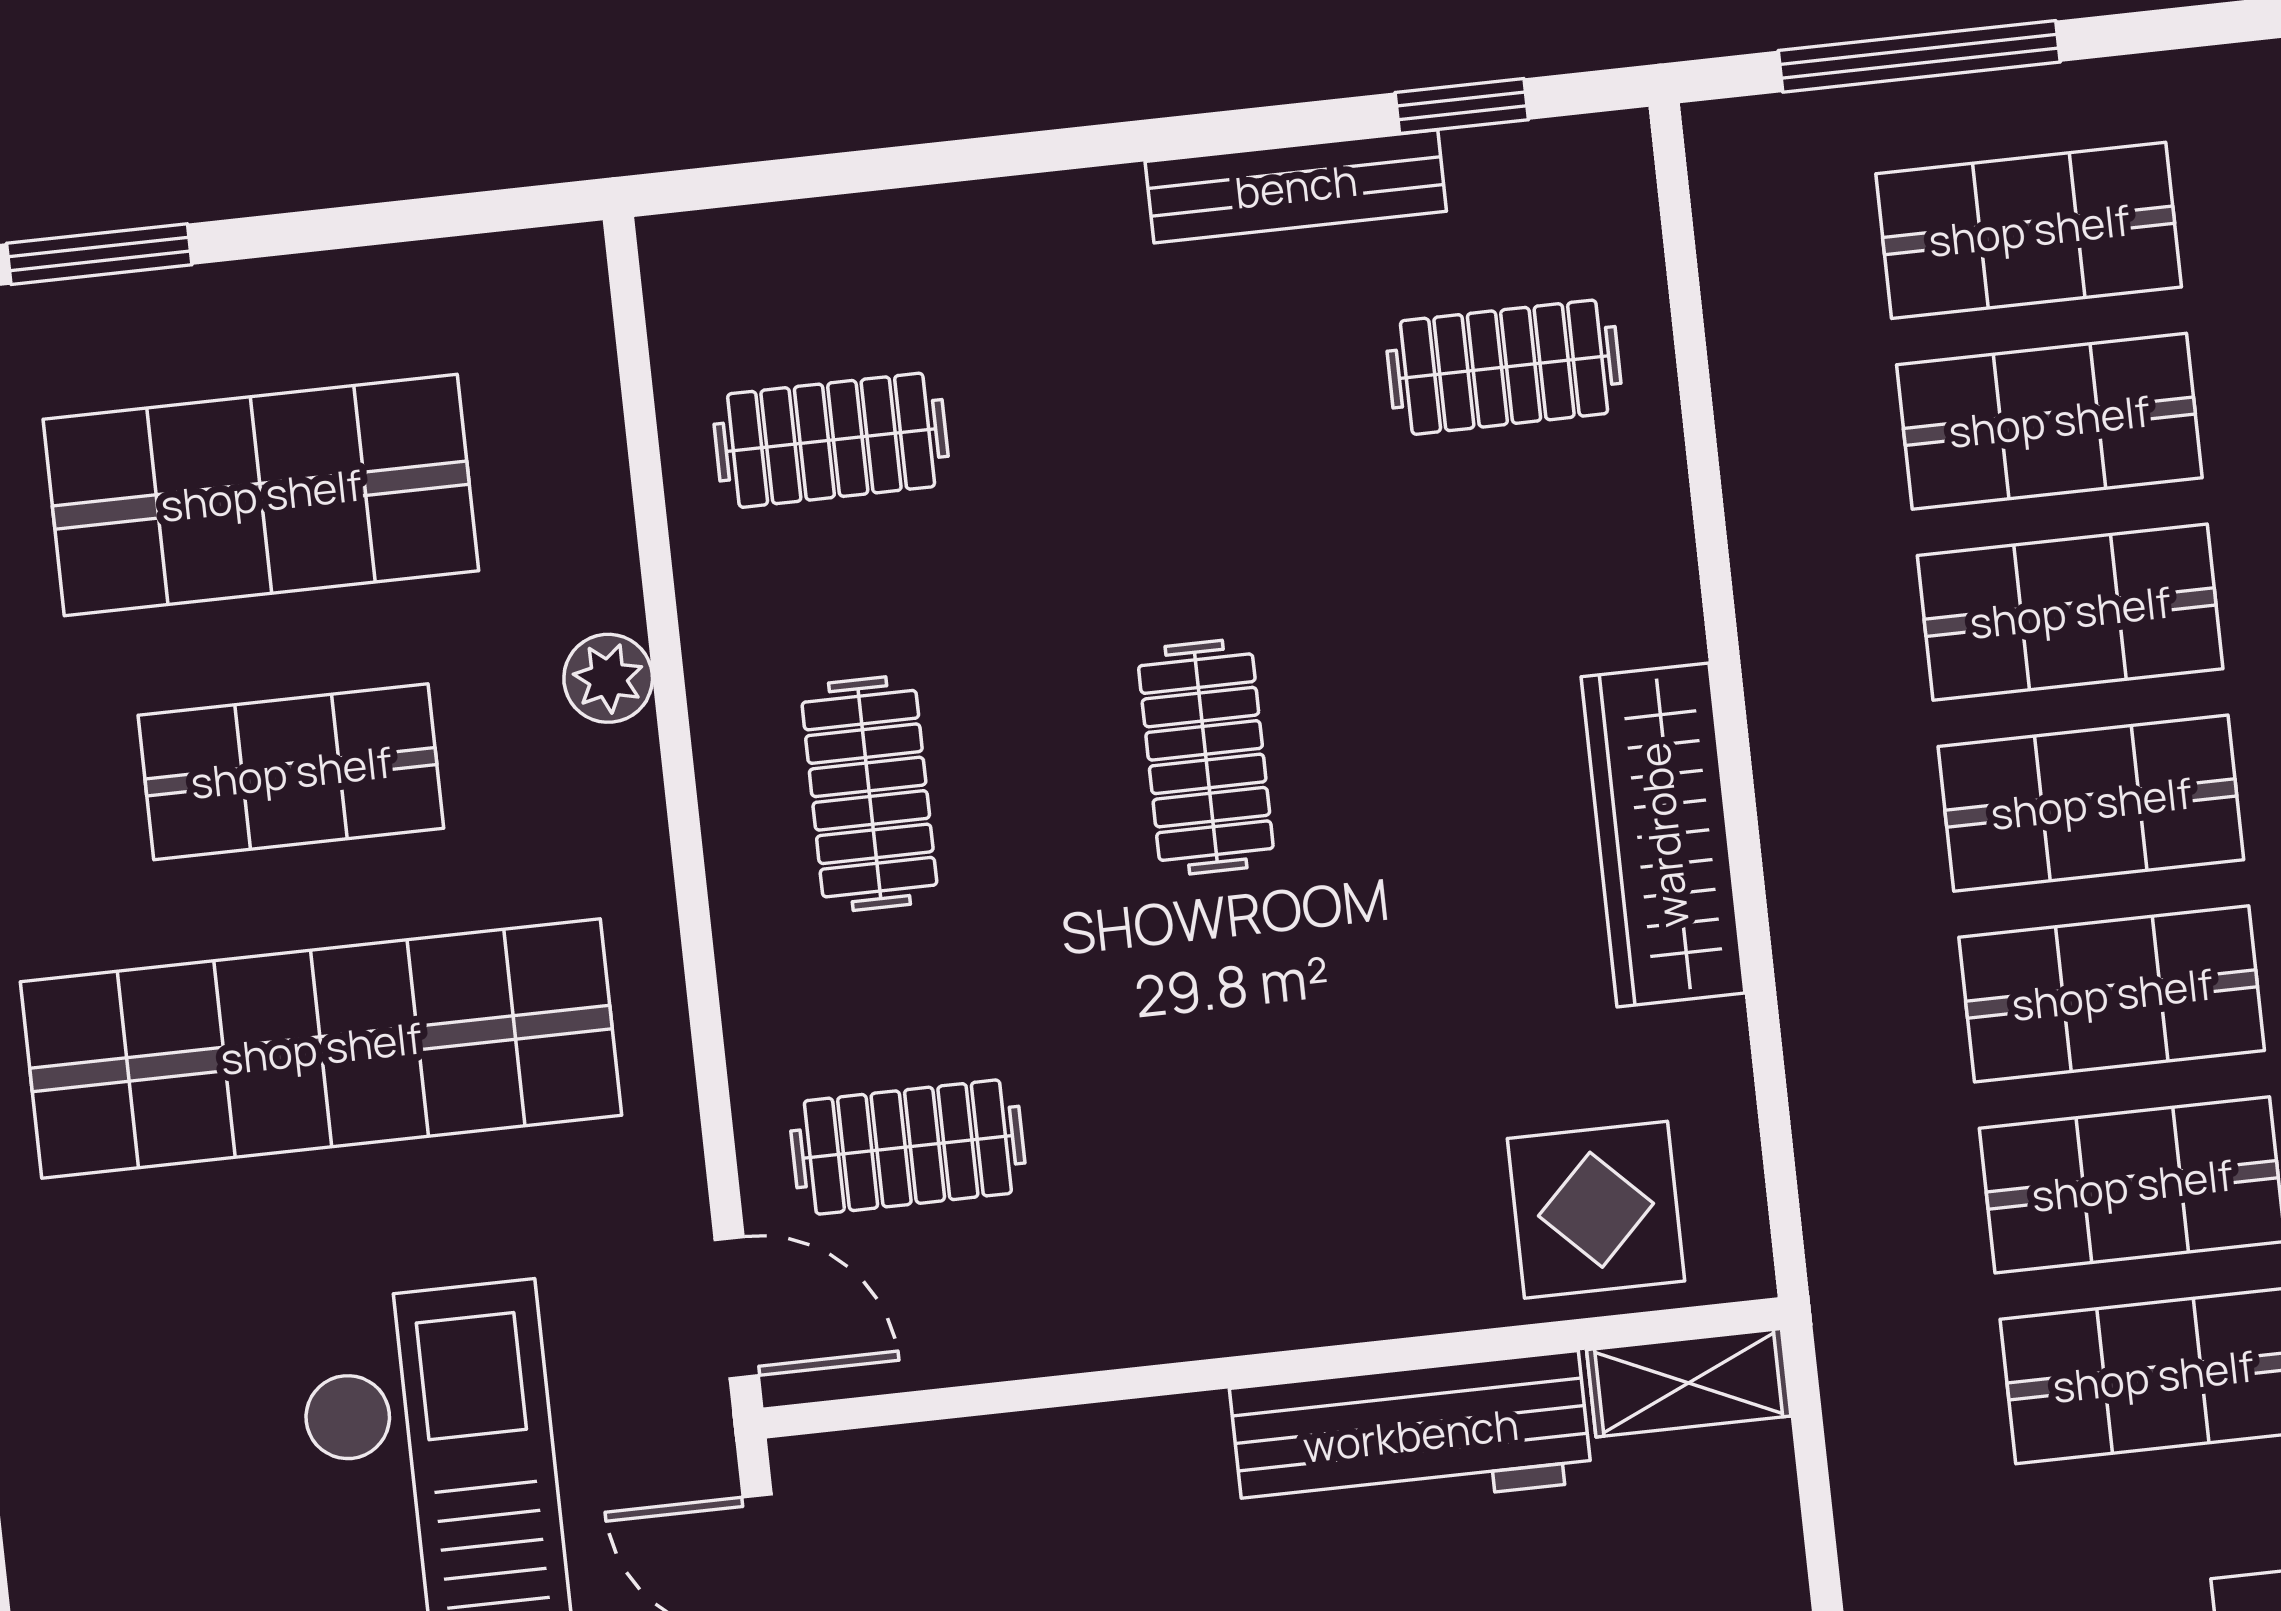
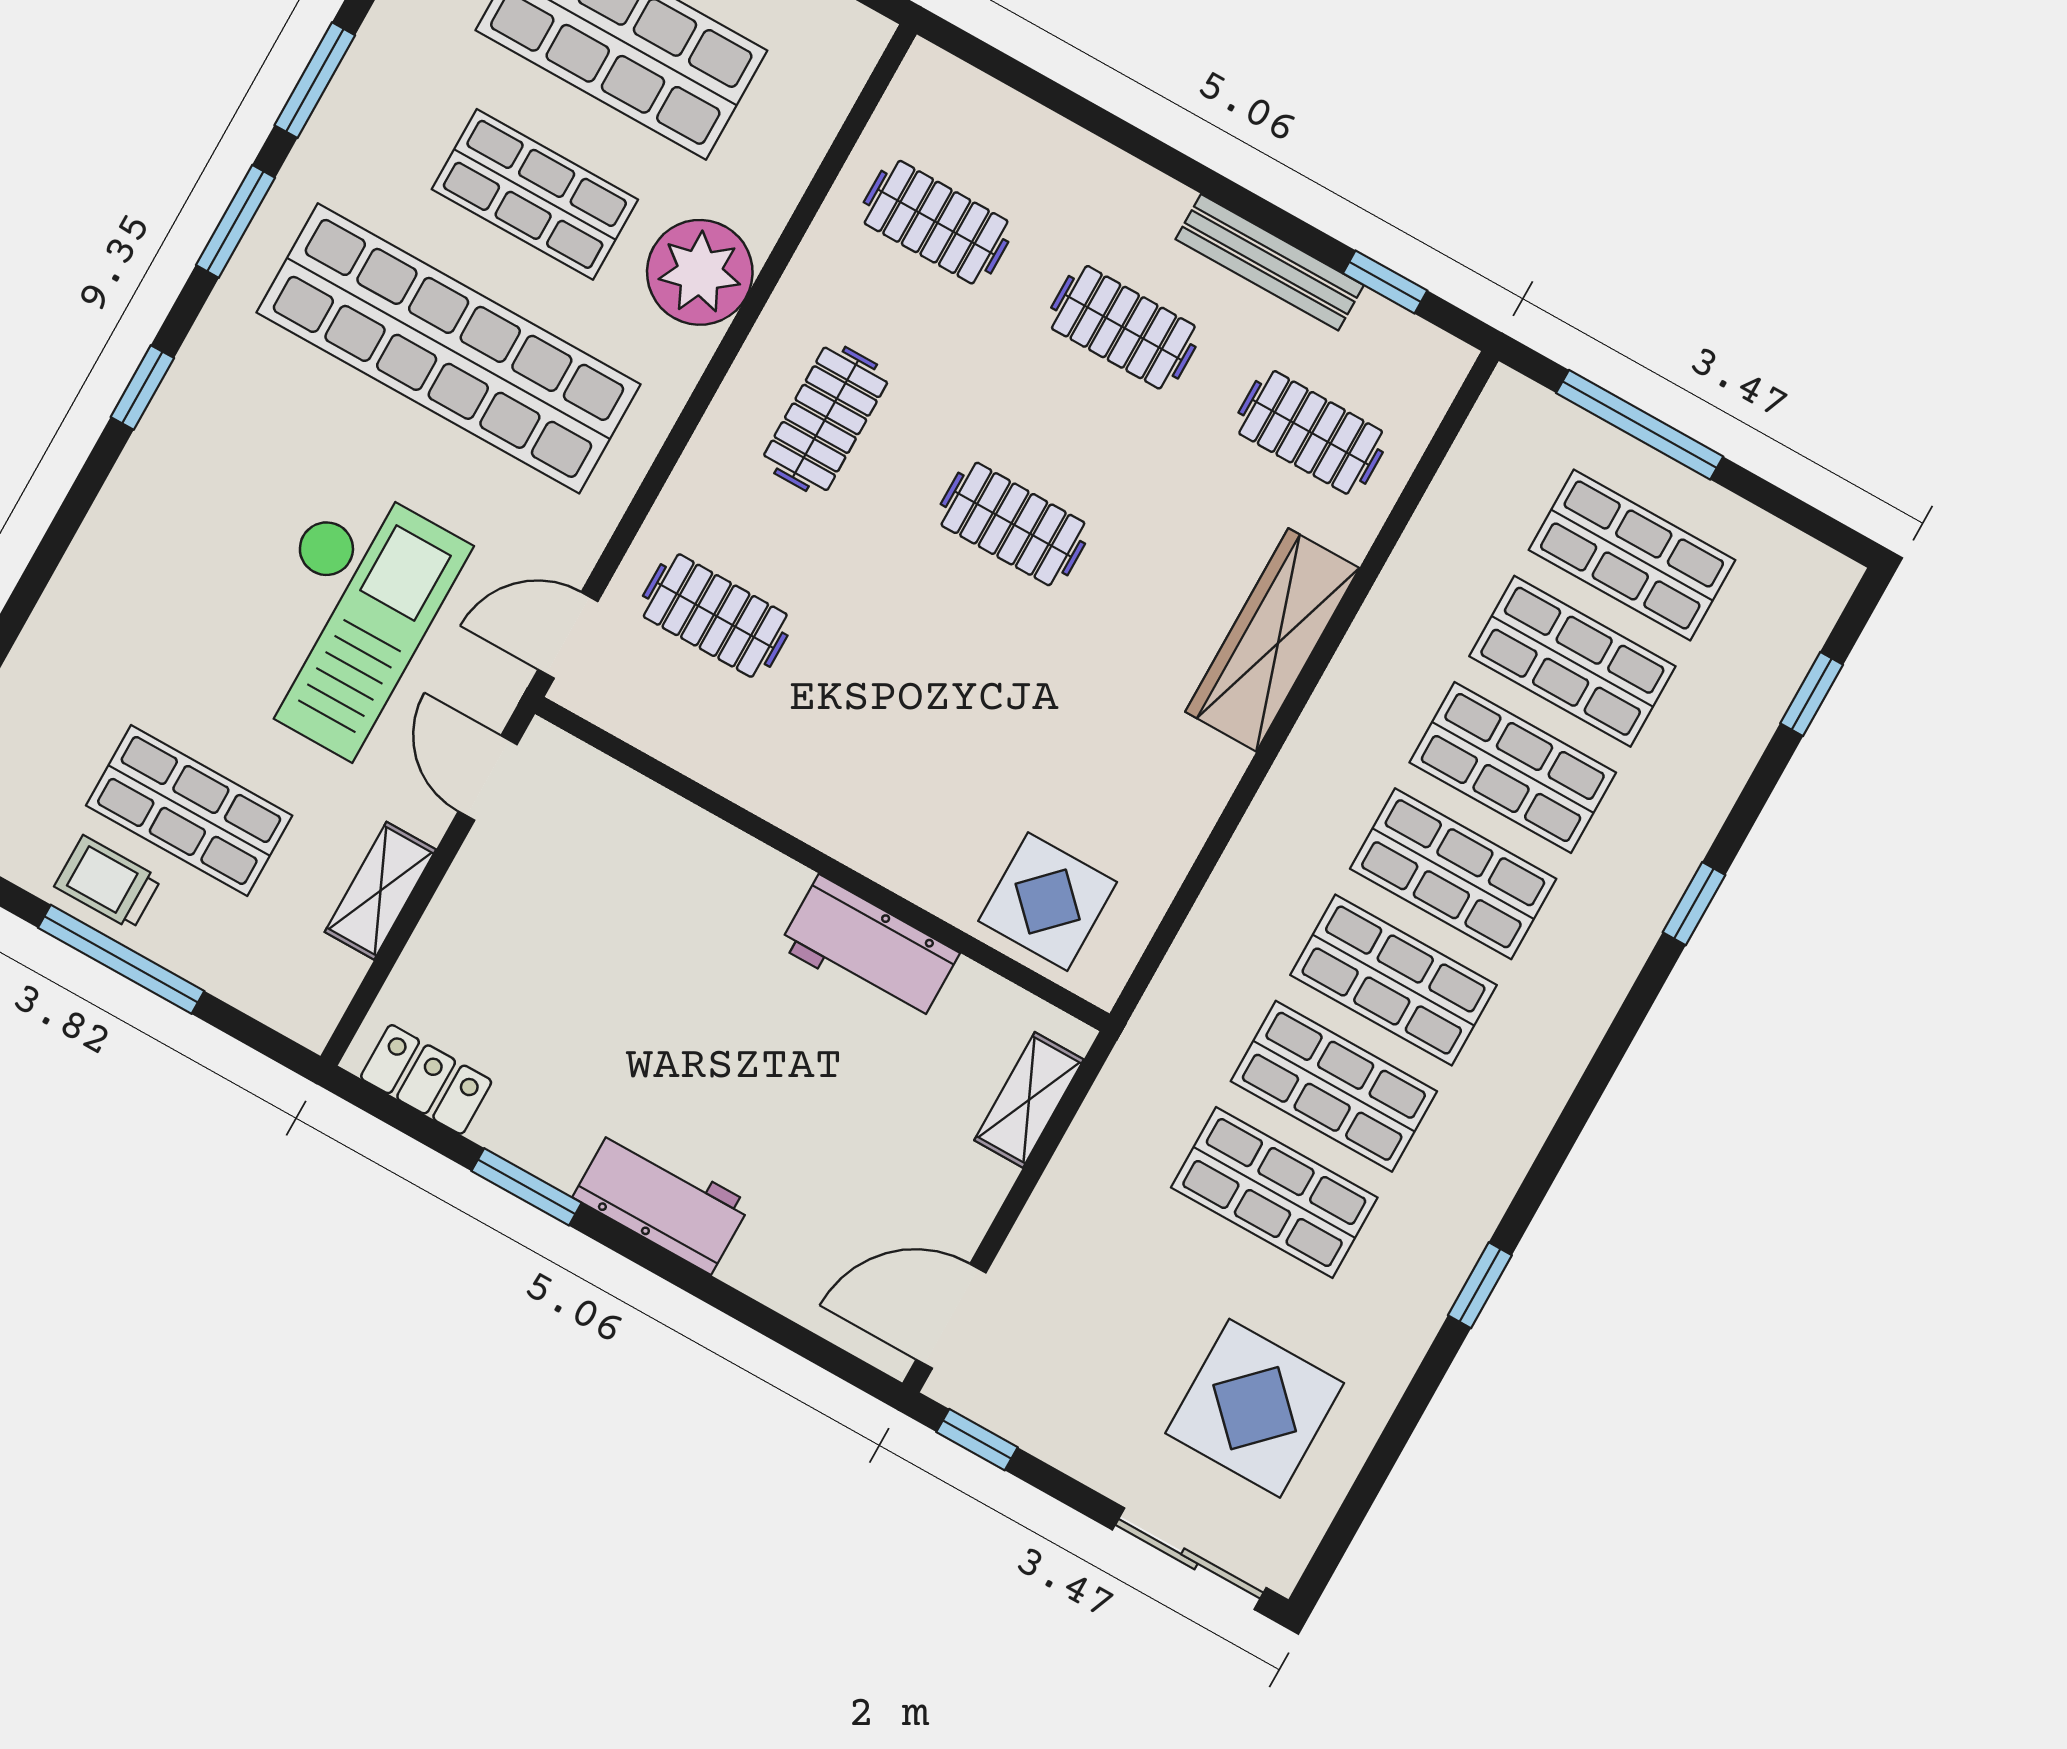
clothes rail: (1168, 404) -> (1123, 327), added
plant: (608, 678) -> (700, 272), width x1.87, depth x1.87
clothes rail: (1206, 757) -> (1013, 524), turned 90
wardrobe: (1663, 835) -> (1272, 640), moved
door: (737, 1308) -> (568, 635), swing flipped
shelving: (1689, 1383) -> (1029, 1100), moved, turned 90
workbench: (1411, 1435) -> (869, 950), width x0.73

